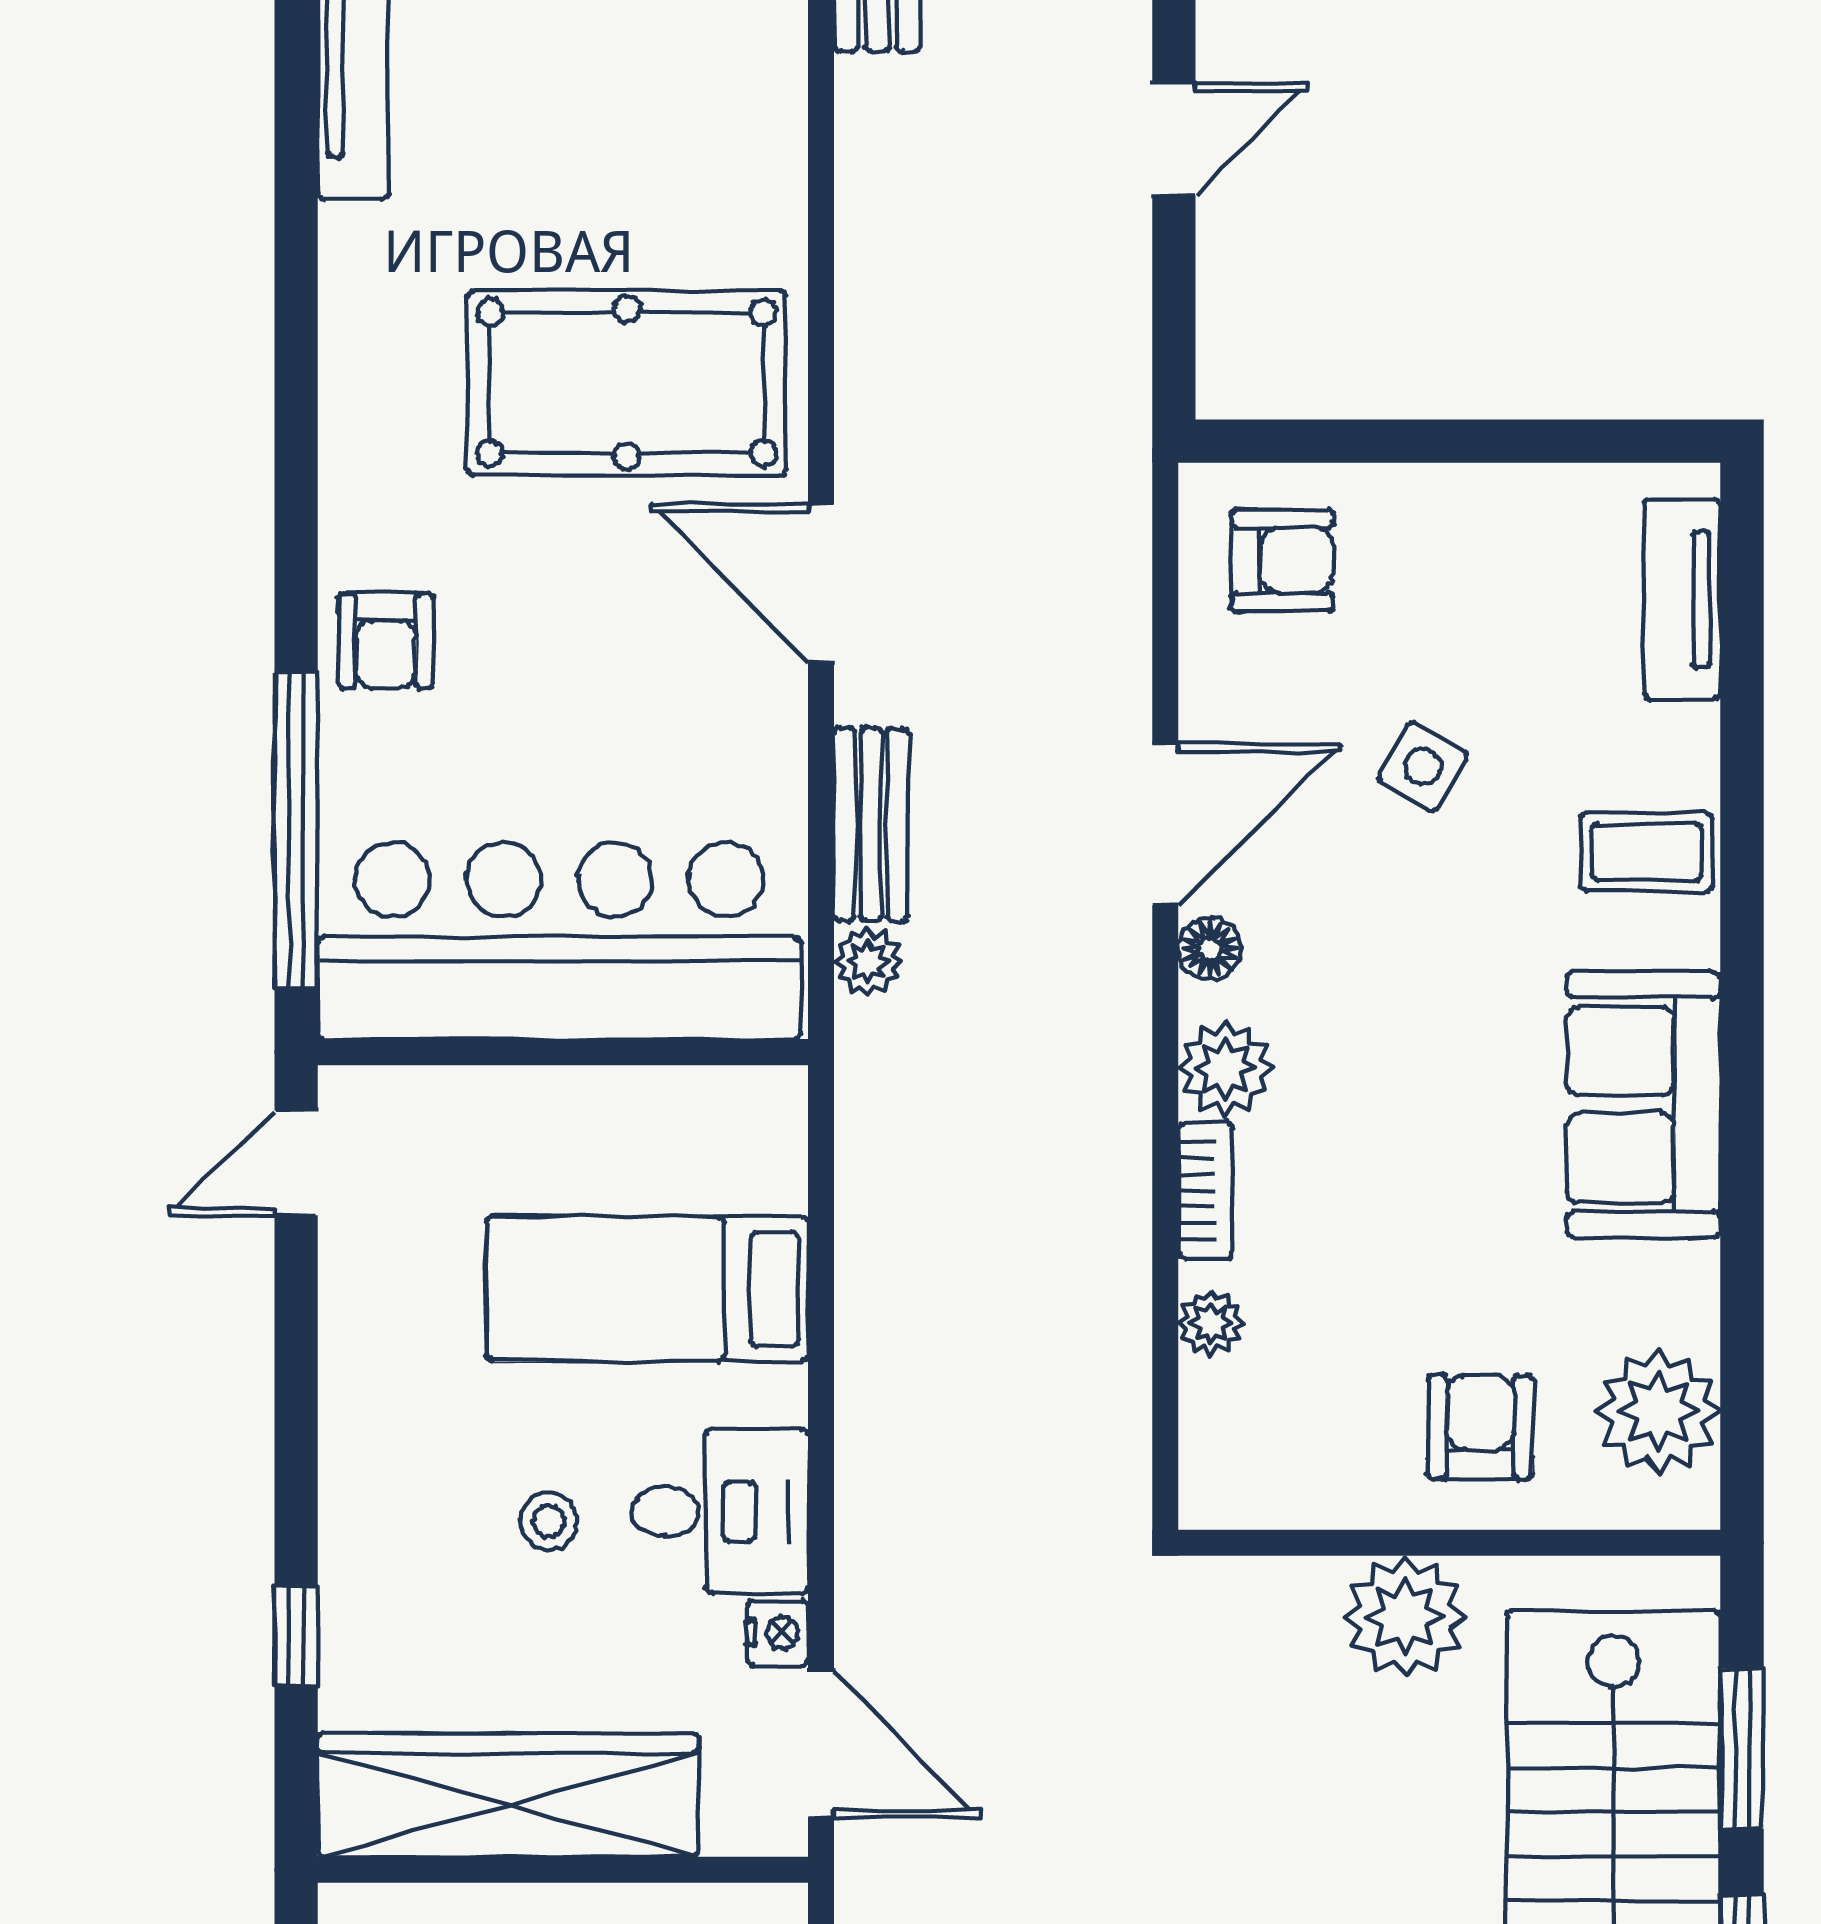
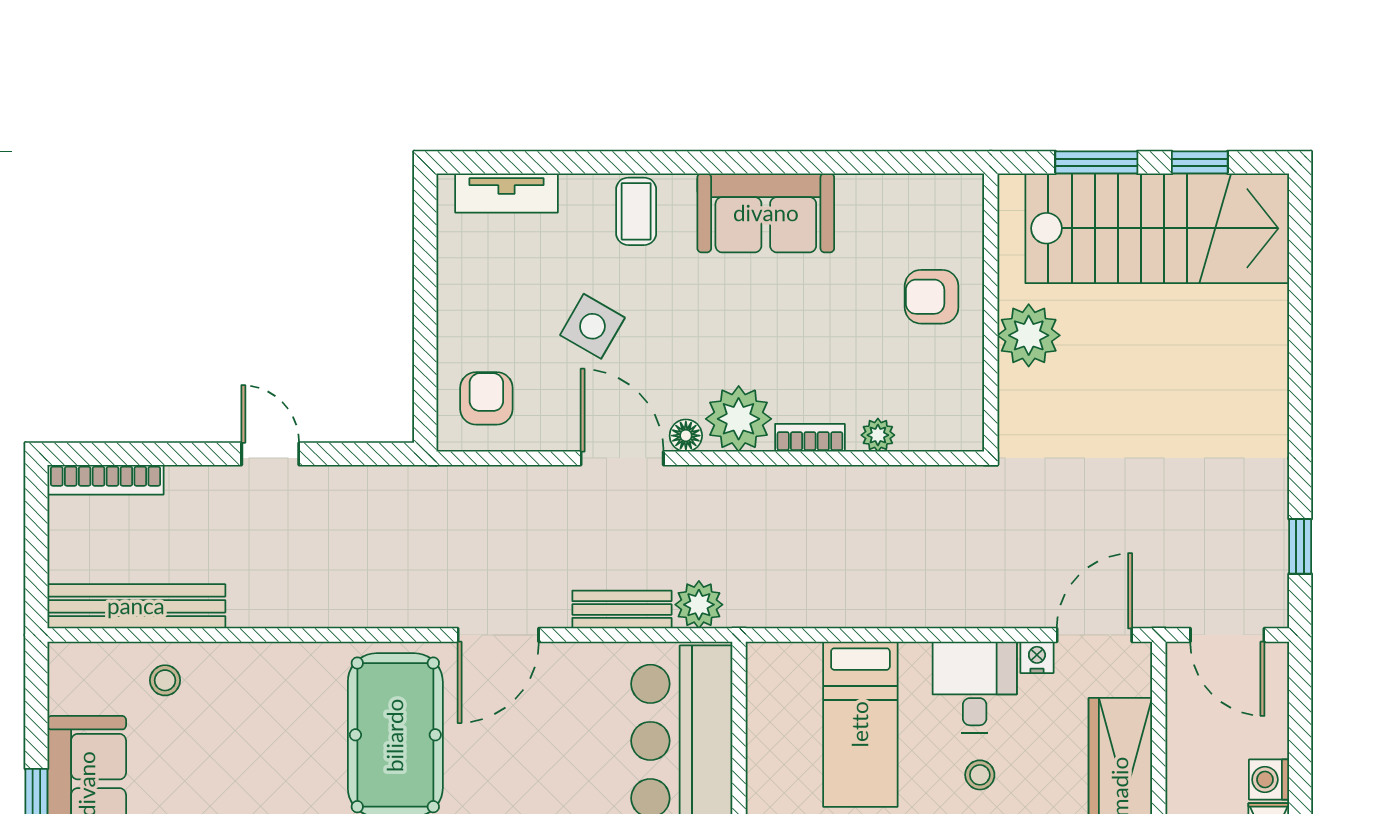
side table: (1423, 767) -> (592, 326), width x1.37, depth x1.37
plant: (868, 962) -> (699, 605), width x1.38, depth x1.38
plant: (1225, 1068) -> (739, 419), width x1.36, depth x1.36
plant: (1659, 1411) -> (923, 205), removed

